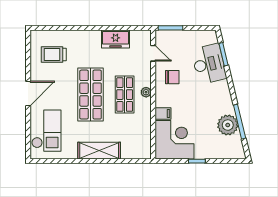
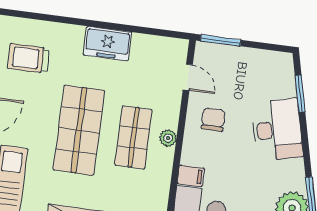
freezer: (116, 39) -> (107, 44), moved
desk: (209, 64) -> (277, 130), moved
chair: (172, 77) -> (213, 120), turned -90

